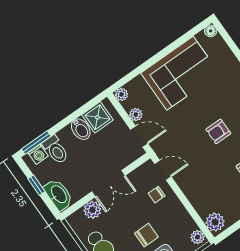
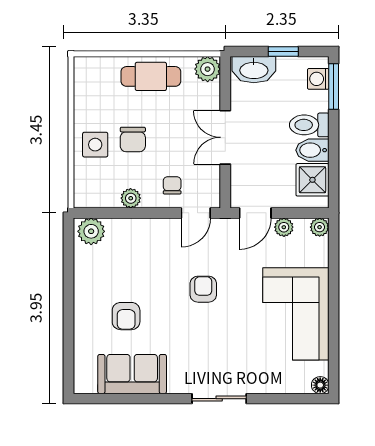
armchair: (218, 131) -> (203, 289), moved
toilet: (56, 150) -> (309, 125), moved
plant: (92, 210) -> (208, 69), moved
plant: (198, 237) -> (131, 198), moved

